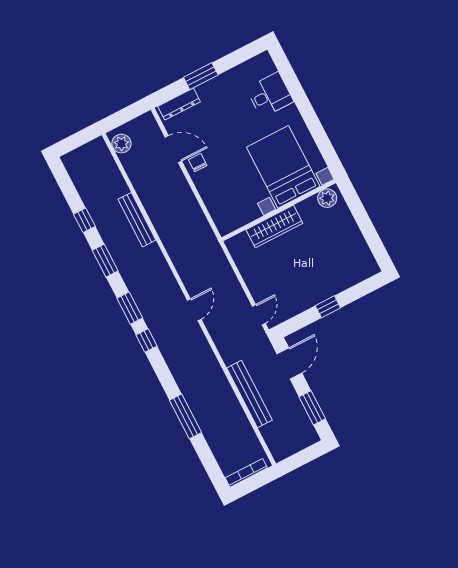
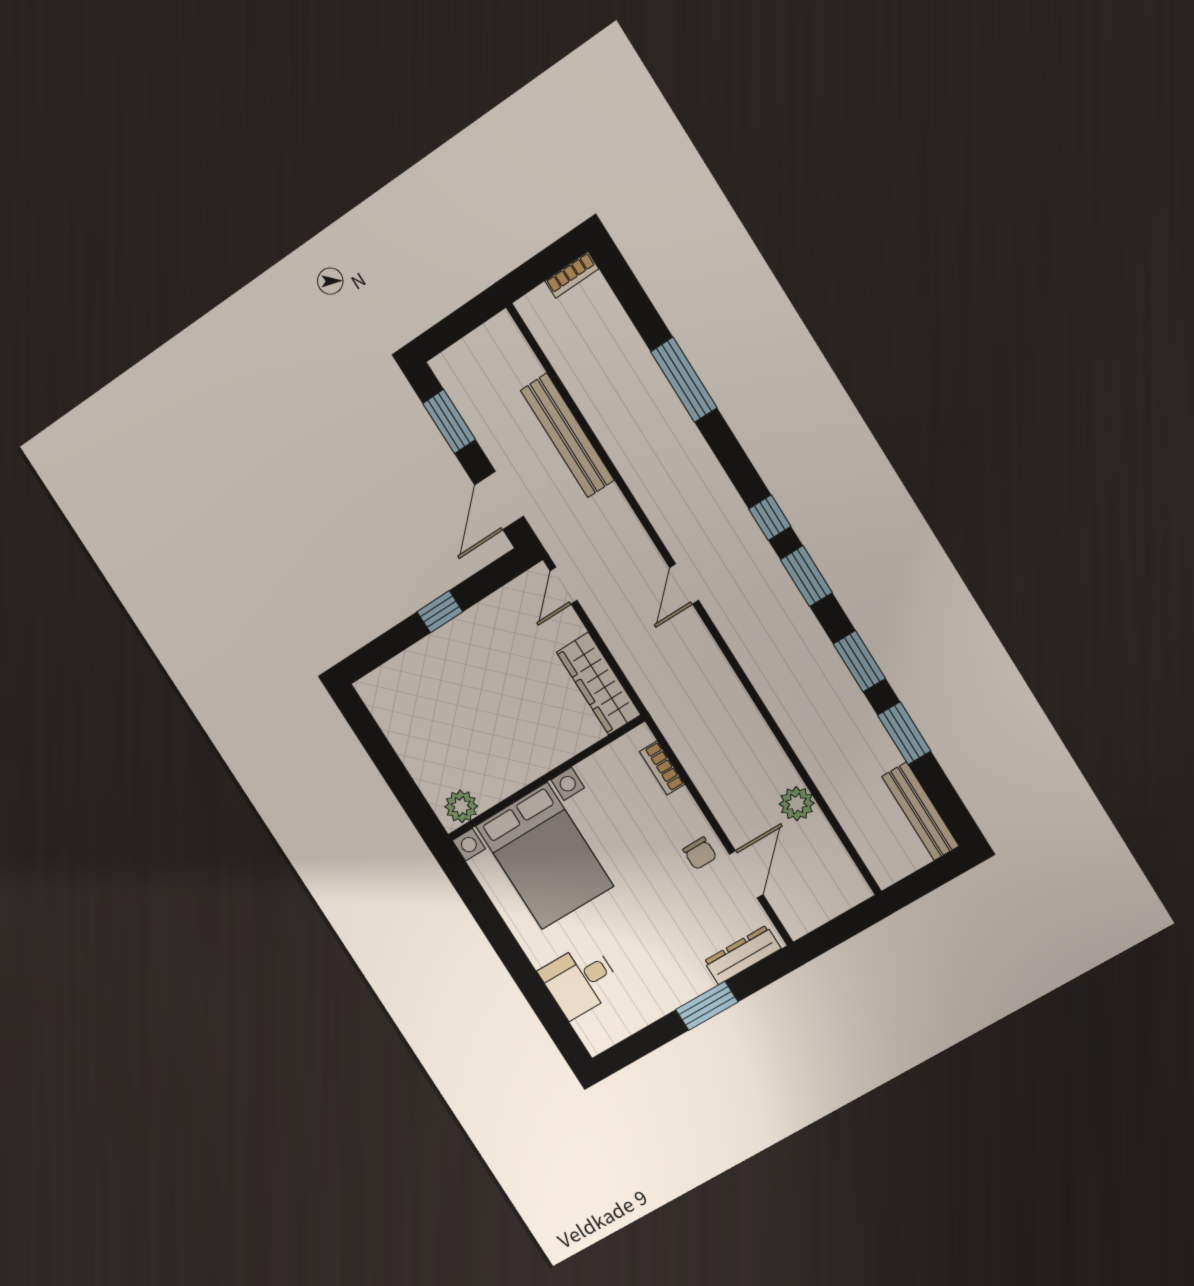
plant: (121, 144) -> (797, 804), moved
door: (173, 149) -> (746, 874), swing flipped
bookcase: (214, 211) -> (662, 768), added
window: (84, 220) -> (904, 733), width x1.50
bench: (137, 220) -> (920, 811), moved
wardrobe: (274, 226) -> (599, 683), moved, turned -90
bookcase: (246, 473) -> (572, 275), width x0.64

